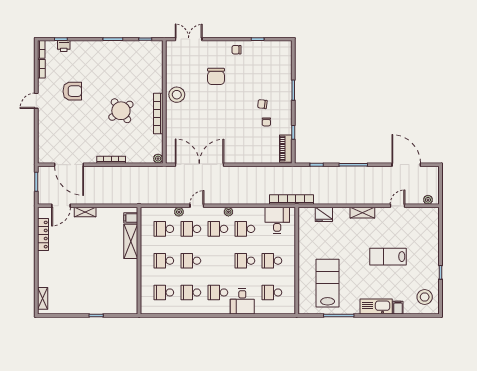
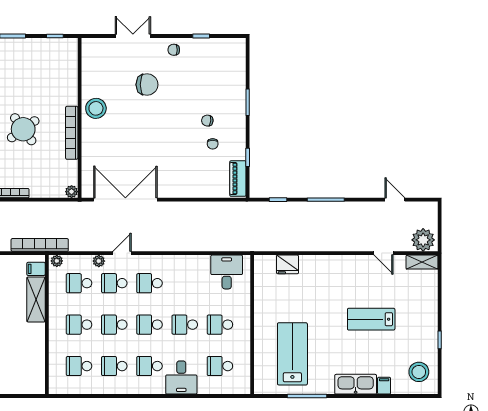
double door: (189, 39) -> (133, 36), moved
chair: (216, 76) -> (147, 85), turned -90
door: (406, 165) -> (395, 200), width x0.53
bookcase: (291, 200) -> (40, 245), moved
plant: (428, 200) -> (423, 240), width x1.88, depth x1.88
door: (397, 206) -> (383, 253), swing flipped
plant: (228, 212) -> (57, 261), moved
shelving: (362, 213) -> (422, 262), moved
school desk: (245, 229) -> (149, 325), moved

